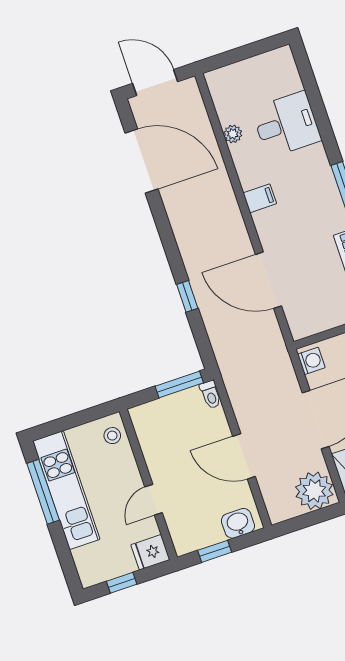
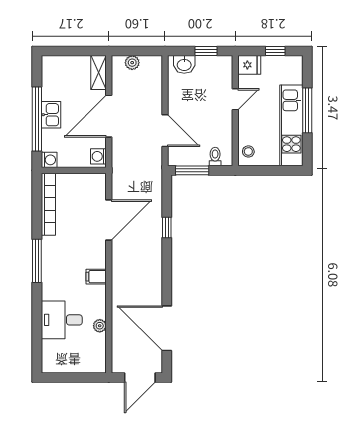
door: (155, 83) -> (140, 377), hinge flipped
door: (269, 280) -> (109, 220), hinge flipped
toilet: (211, 395) -> (215, 157), moved
door: (244, 456) -> (165, 131), moved
plant: (314, 491) -> (132, 63), width x0.53, depth x0.53
window: (43, 492) -> (307, 110), moved

